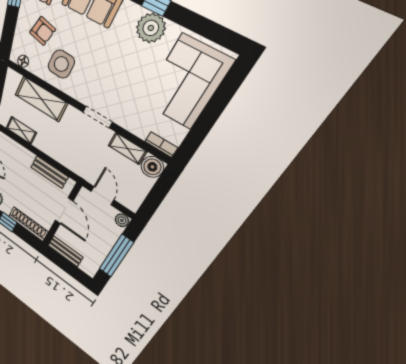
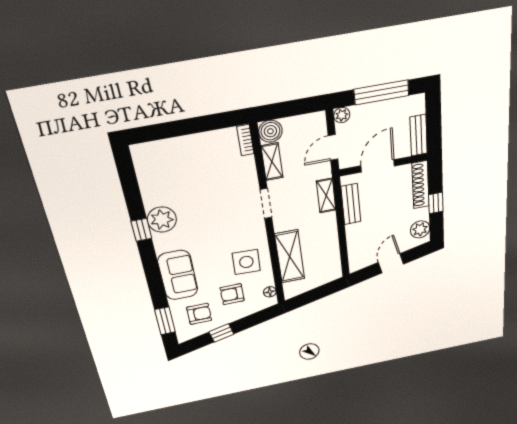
armchair: (42, 31) -> (232, 294), turned -103
corner sofa: (186, 82) -> (179, 163), removed
shelving: (21, 130) -> (326, 195), moved

